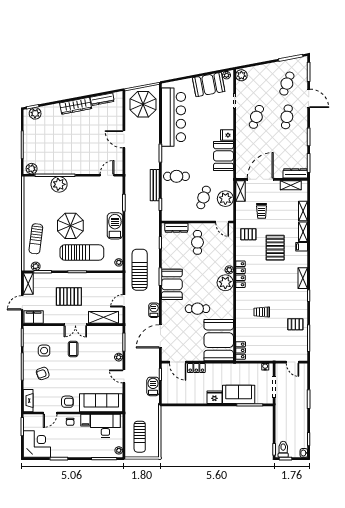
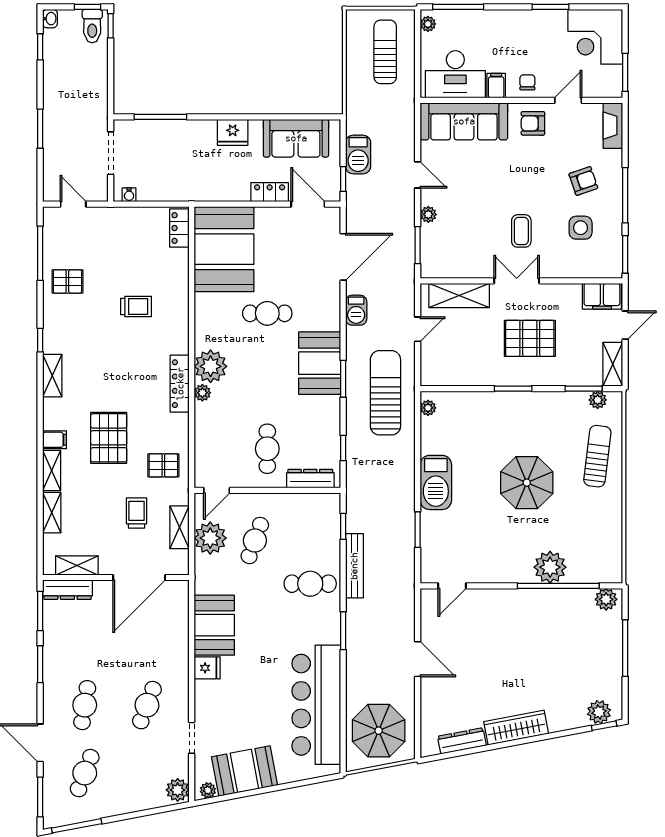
shelving: (240, 191) -> (179, 527), moved
door: (222, 222) -> (217, 490), swing flipped
sun lounger: (82, 253) -> (503, 428), removed
sun lounger: (140, 270) -> (385, 393), turned 180
sofa: (239, 394) -> (296, 138), moved

